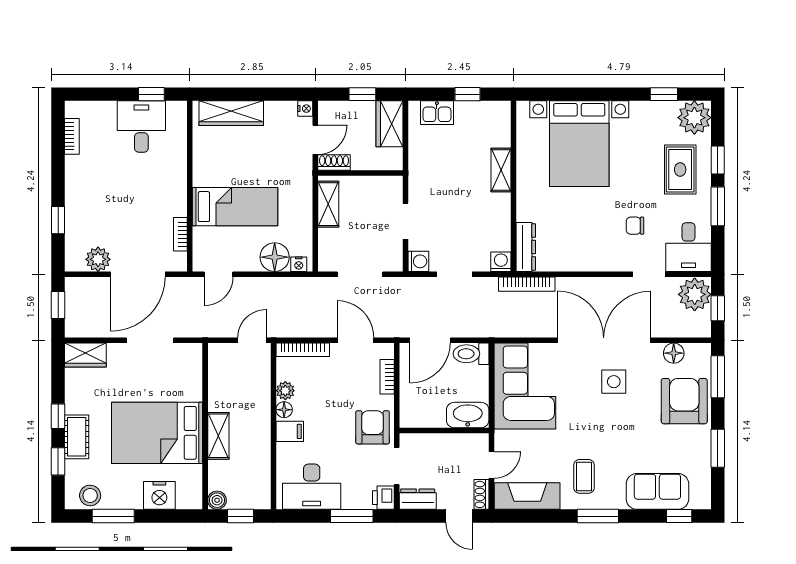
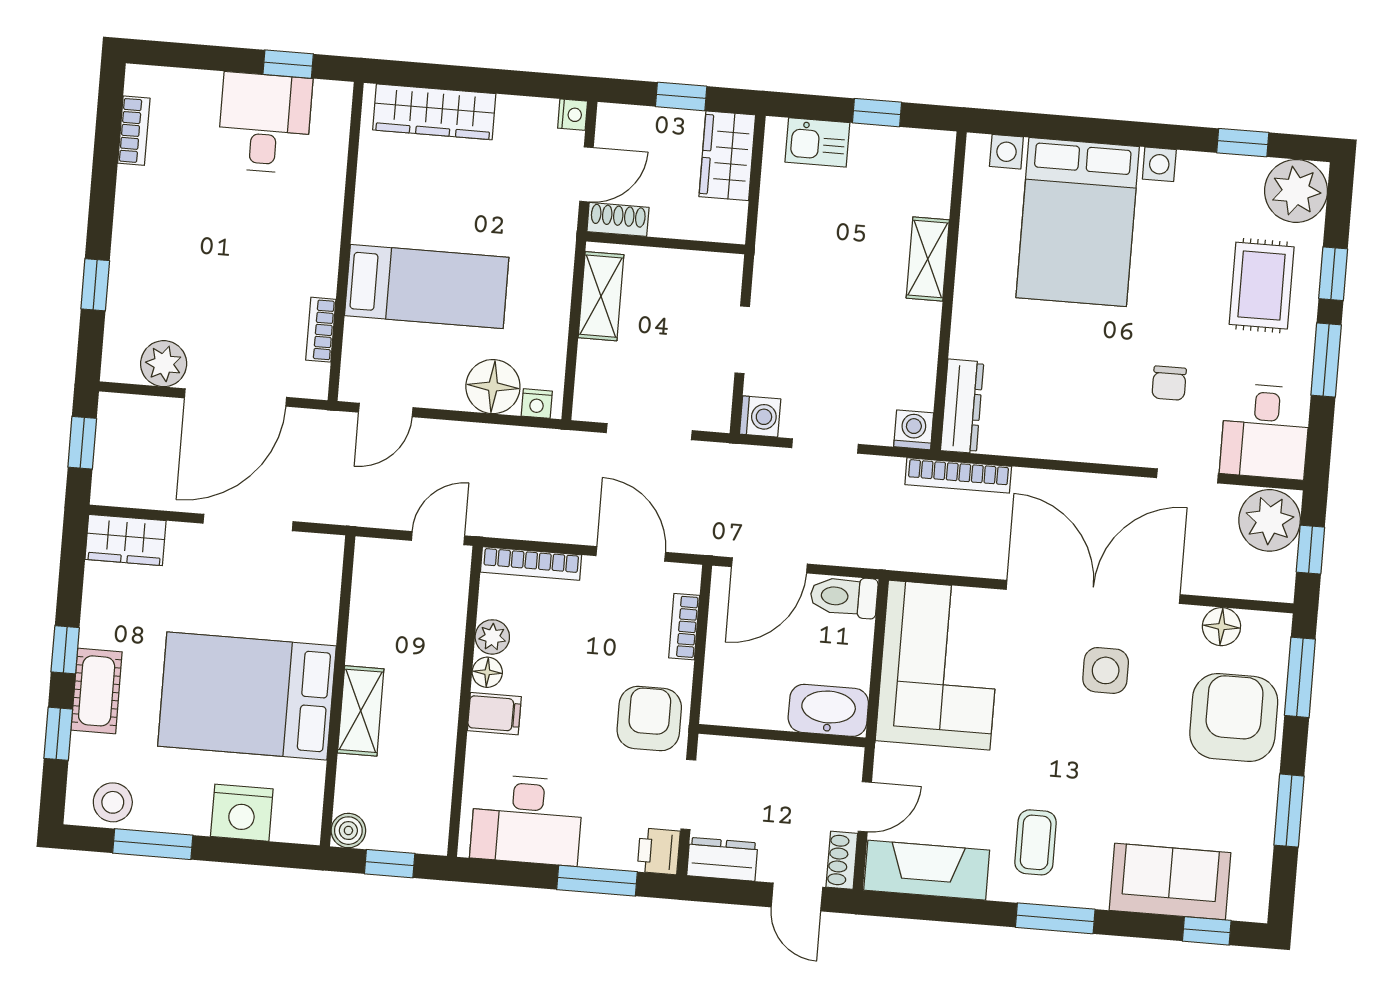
chair: (635, 226) -> (1169, 383), turned -90

